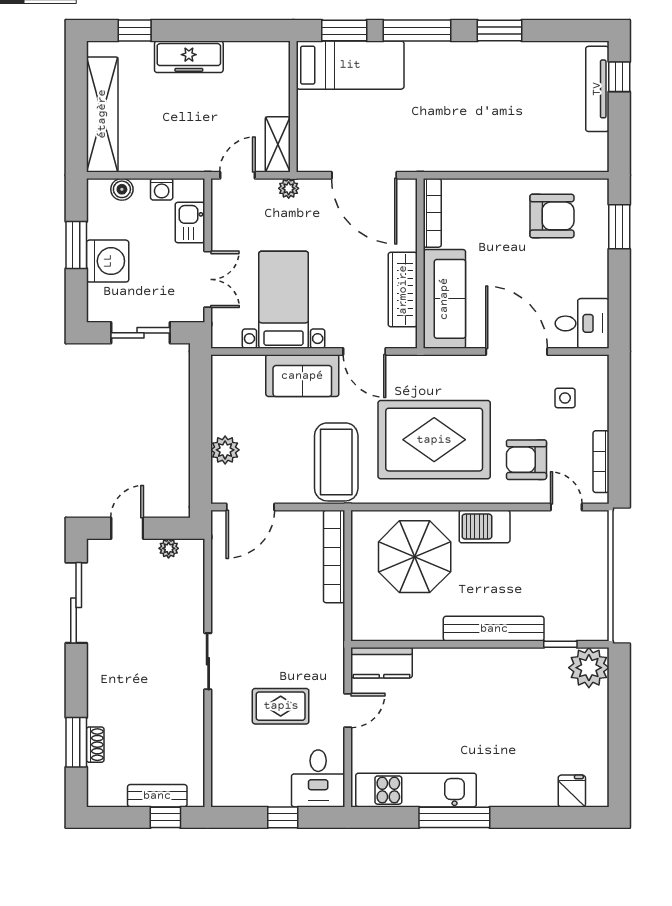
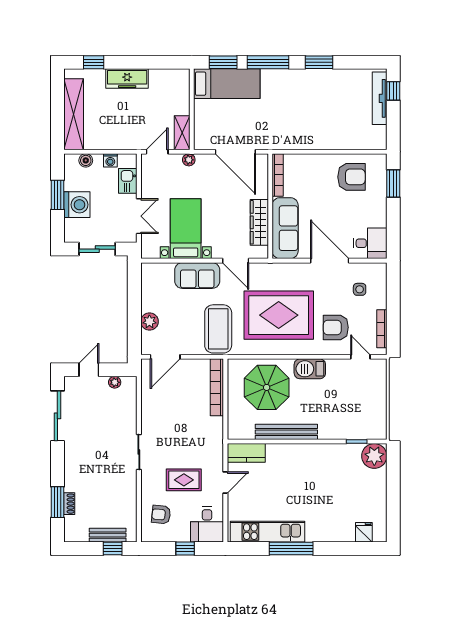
bench: (494, 629) -> (286, 432), moved
armchair: (244, 762) -> (161, 515), added

